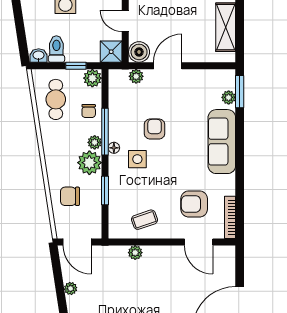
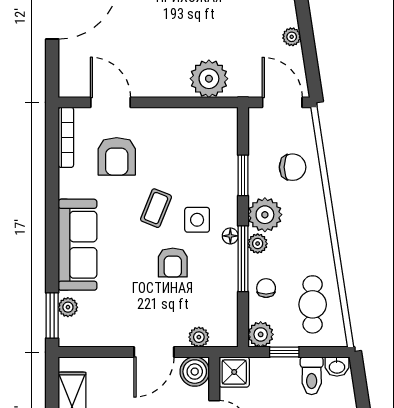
armchair: (194, 204) -> (117, 156), turned 90
coffee table: (144, 220) -> (156, 208), moved, turned -49
plant: (135, 253) -> (209, 79), width x1.87, depth x1.87

